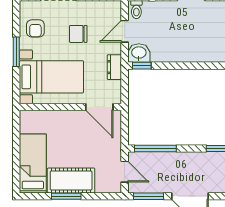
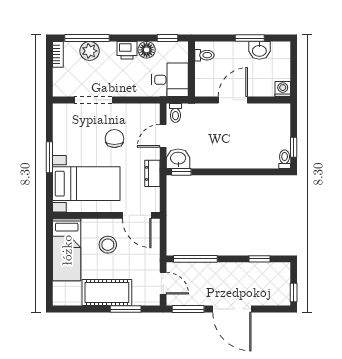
armchair: (35, 28) -> (69, 133), removed
chair: (78, 34) -> (114, 139), turned 90
stool: (72, 135) -> (108, 245), added
bed: (33, 163) -> (67, 250), moved, turned 180
window: (66, 196) -> (126, 309), moved

